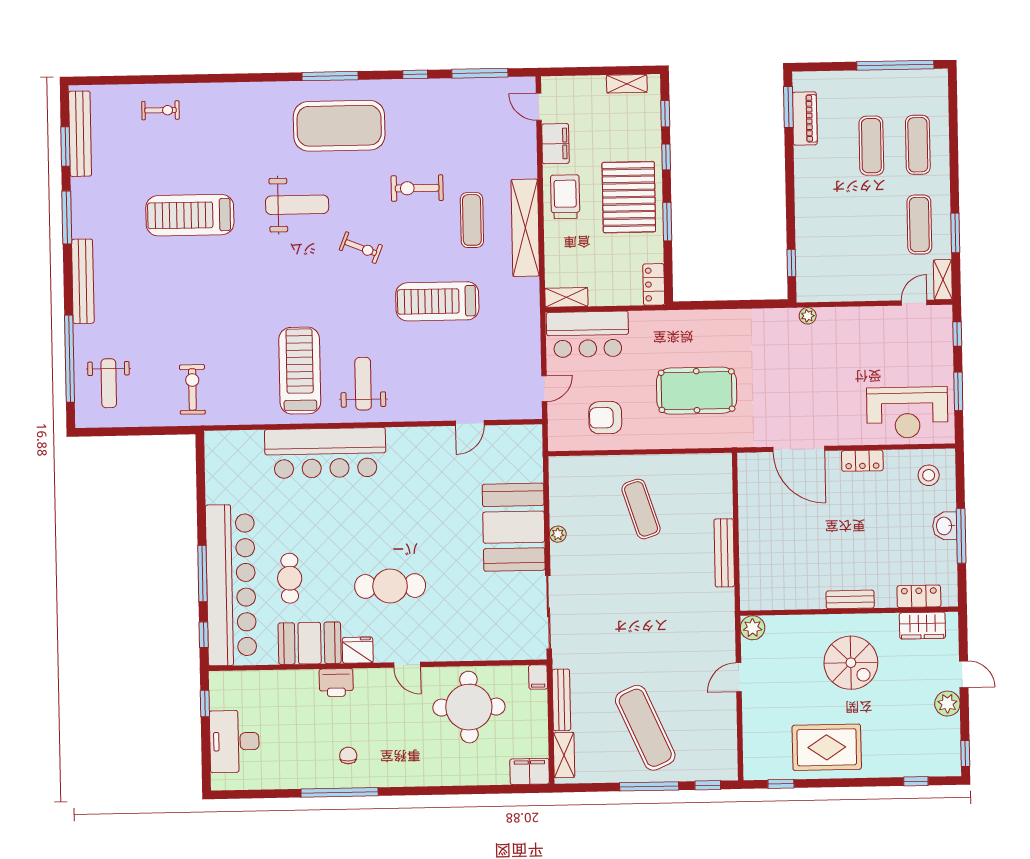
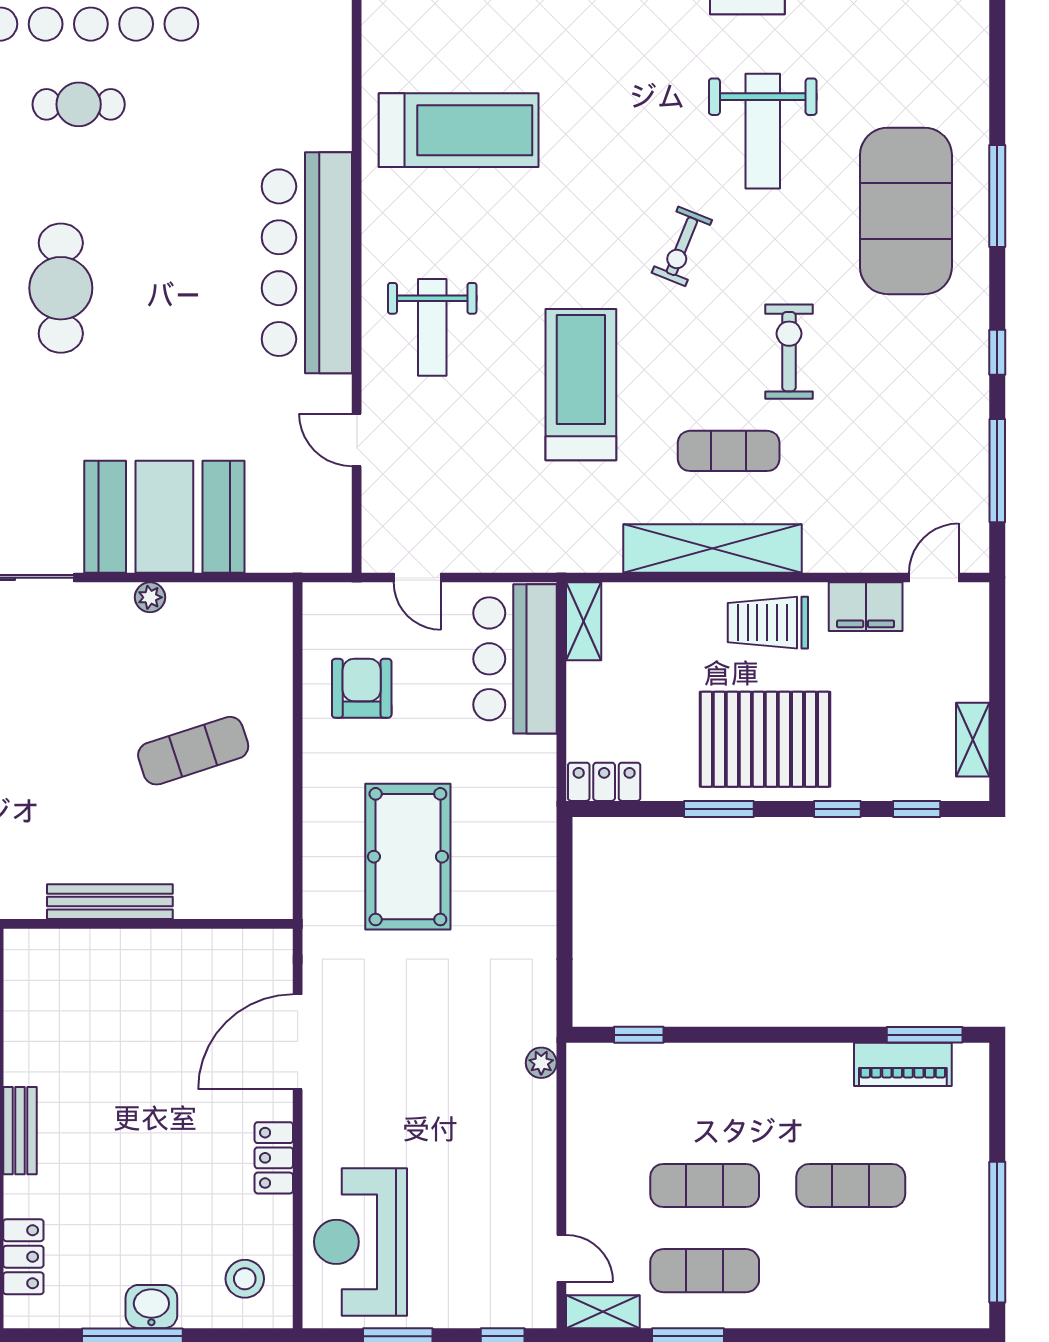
exercise mat: (918, 145) -> (705, 1186), moved
trolley: (565, 197) -> (768, 623), turned 180
weight bench: (363, 384) -> (432, 327), moved, turned 90
bar counter: (325, 453) -> (307, 263), moved

